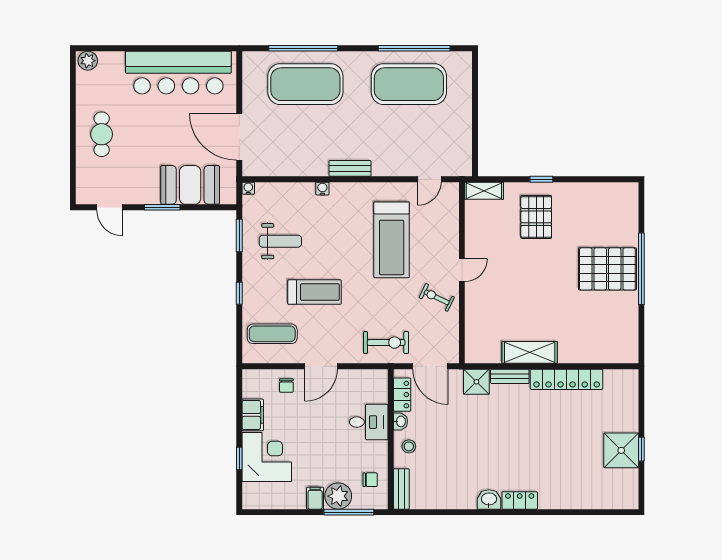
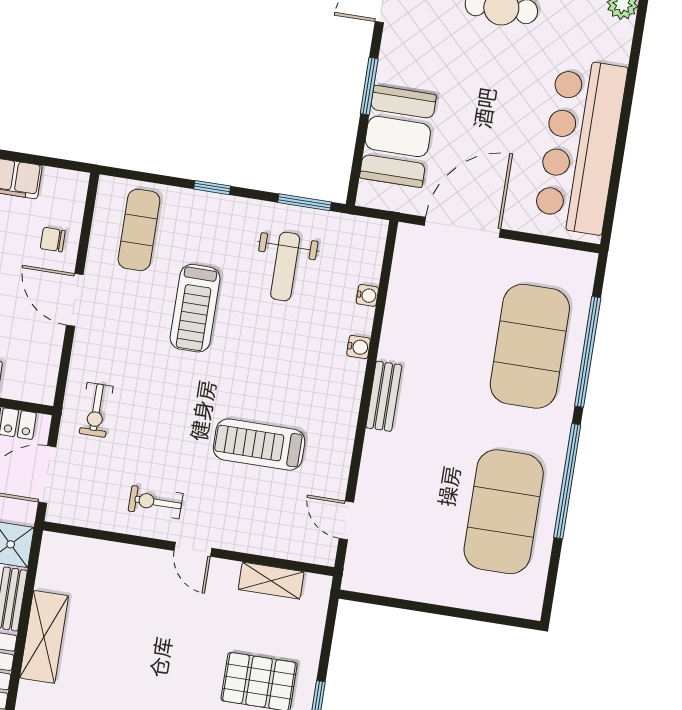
window: (414, 48) -> (567, 481), moved
water cooler: (248, 188) -> (367, 295), moved
shelving: (484, 191) -> (271, 581), moved, turned 90
treadmill: (392, 240) -> (259, 445), width x0.73, depth x0.73
exercise bike: (437, 297) -> (156, 502), turned -116
exercise bike: (386, 343) -> (96, 410), width x0.73, depth x0.72

